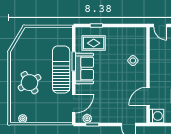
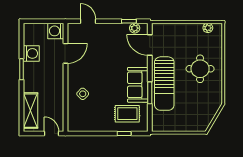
round table: (30, 83) -> (200, 69), turned 32
door: (74, 104) -> (150, 45), hinge flipped

